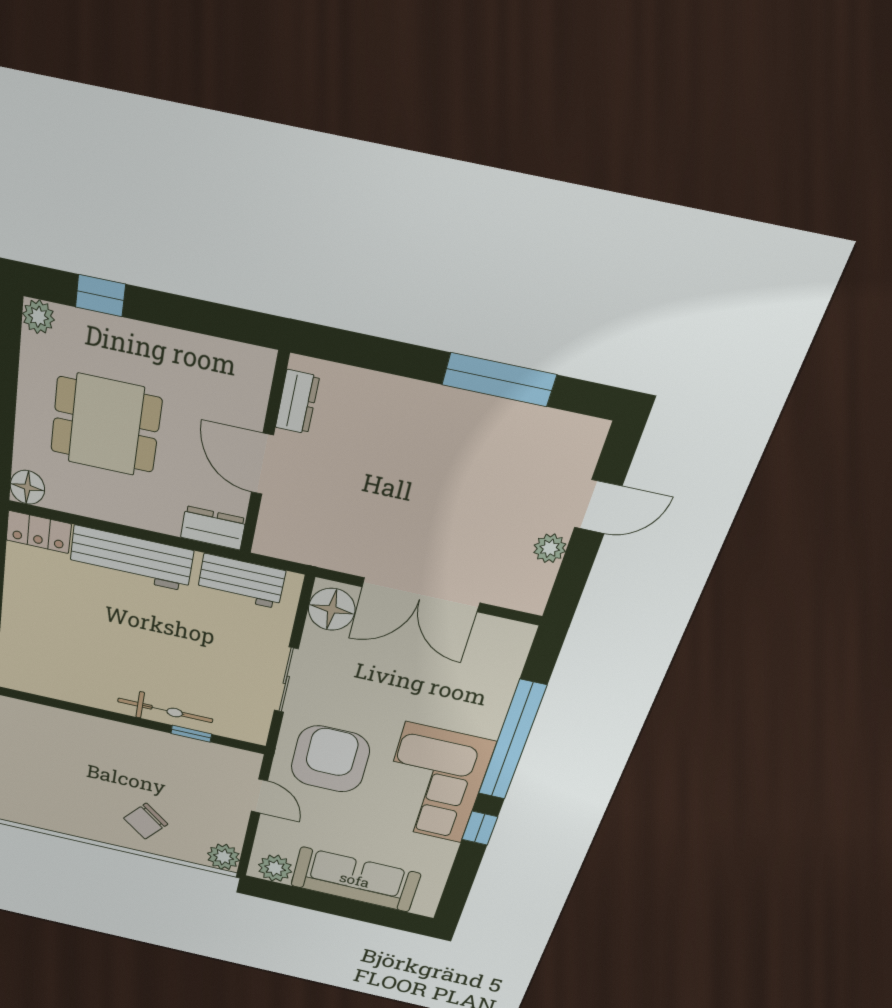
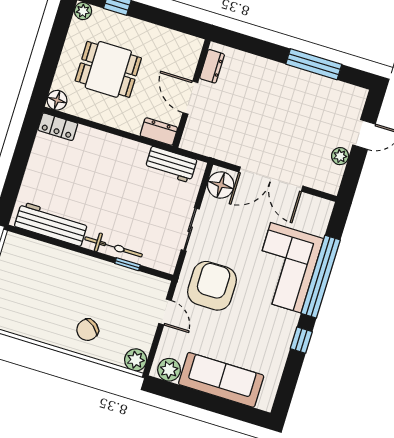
workbench: (131, 559) -> (51, 224), moved, turned 180
corner sofa: (434, 784) -> (286, 268), moved

